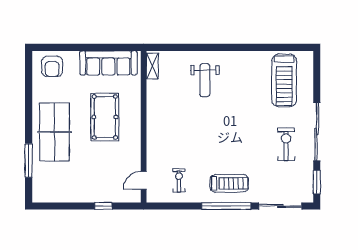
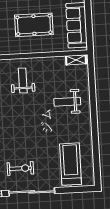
treadmill: (284, 80) -> (71, 164), turned 90
weight bench: (175, 135) -> (23, 81), added

